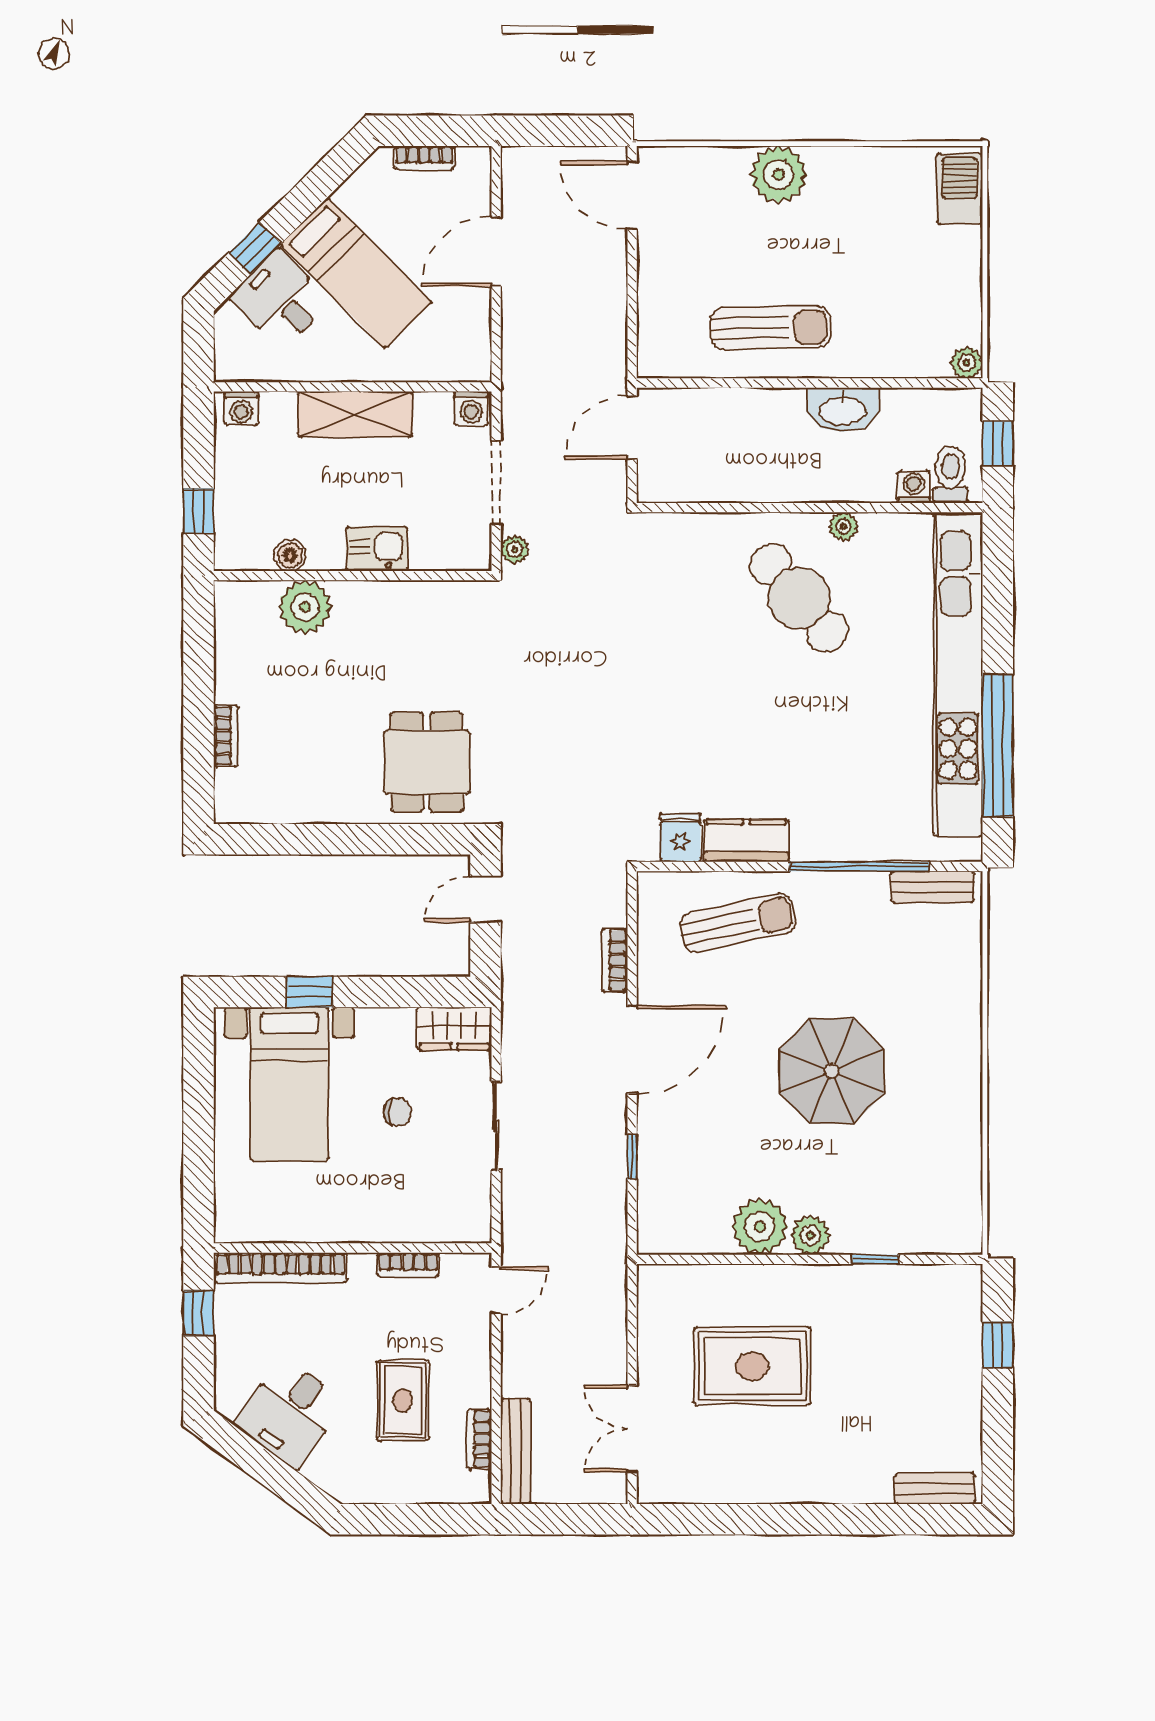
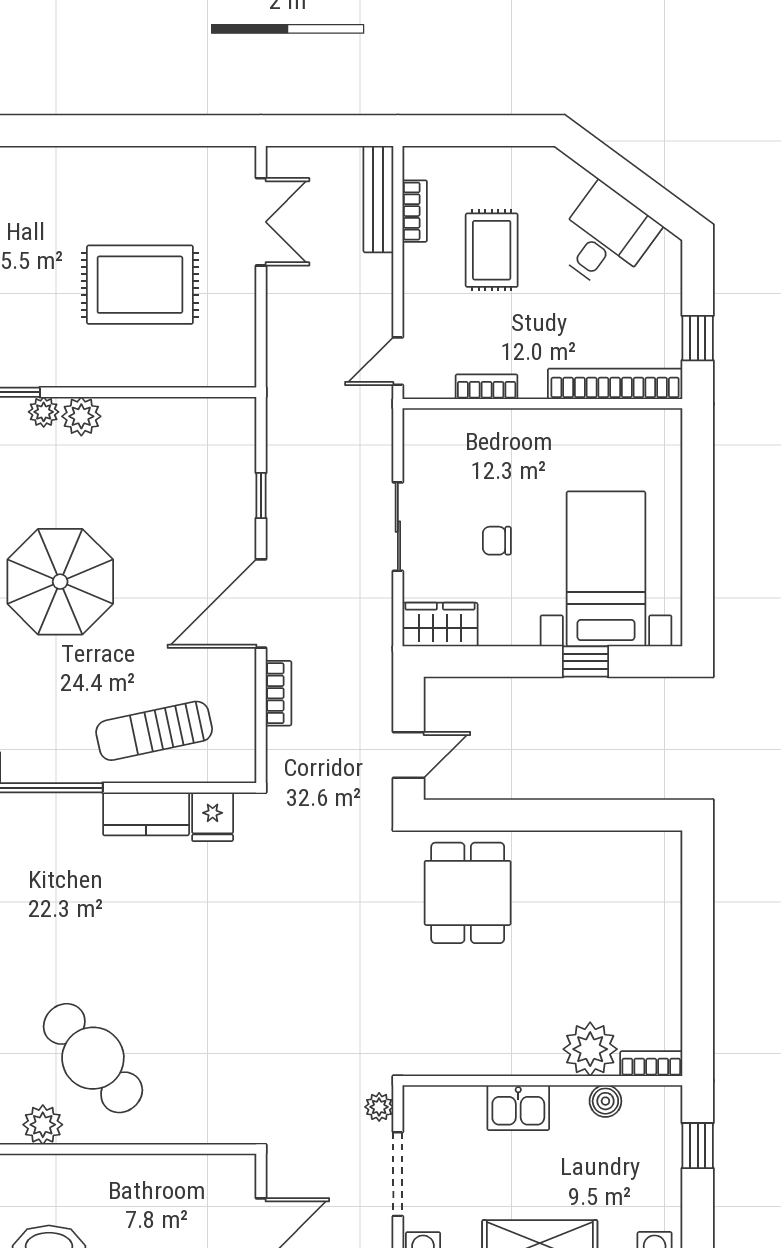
plant: (843, 526) -> (43, 1125), width x1.38, depth x1.38
bookcase: (226, 736) -> (651, 1064), moved, turned 90
plant: (760, 1227) -> (44, 412), moved, width x0.53, depth x0.53

